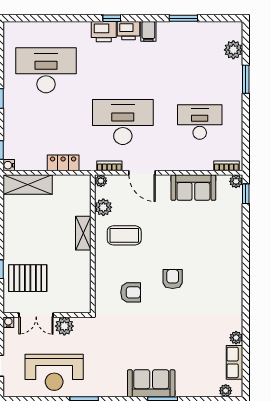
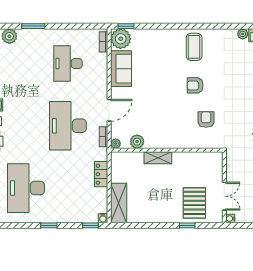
plant: (236, 181) -> (121, 39), width x1.87, depth x1.87
coffee table: (124, 235) -> (194, 47), moved
plant: (64, 326) -> (233, 173), removed

